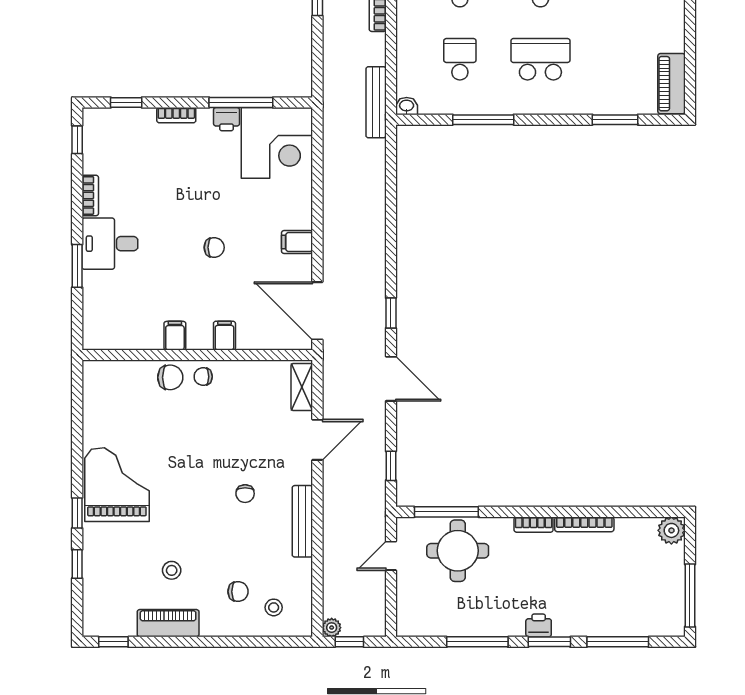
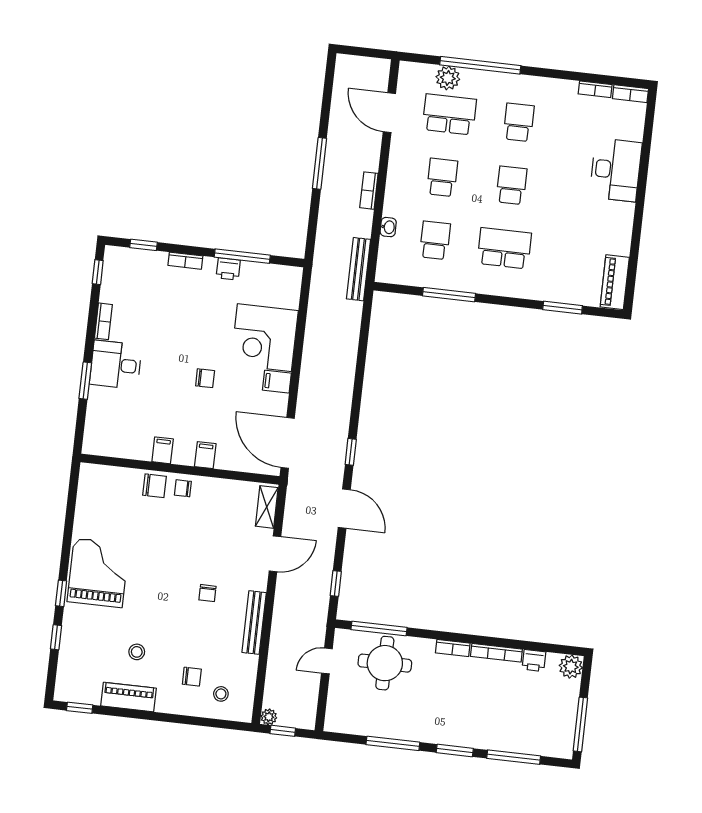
washbasin: (407, 106) -> (388, 227), moved, turned 90
corner desk: (277, 143) -> (264, 338), moved, turned 90
printer: (539, 625) -> (534, 661), moved, turned 180

